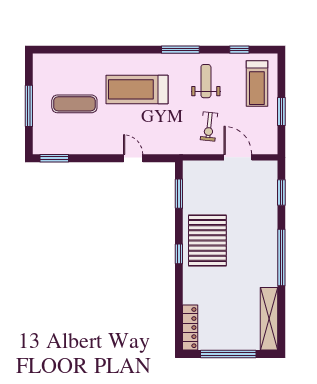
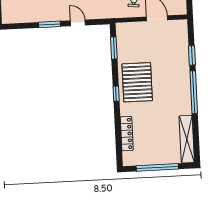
window: (54, 158) -> (49, 24), moved
window: (281, 193) -> (192, 55), moved
locker: (190, 328) -> (127, 134), moved

